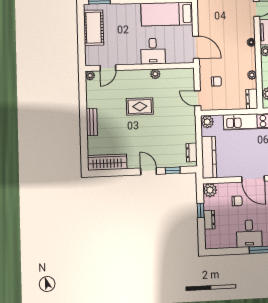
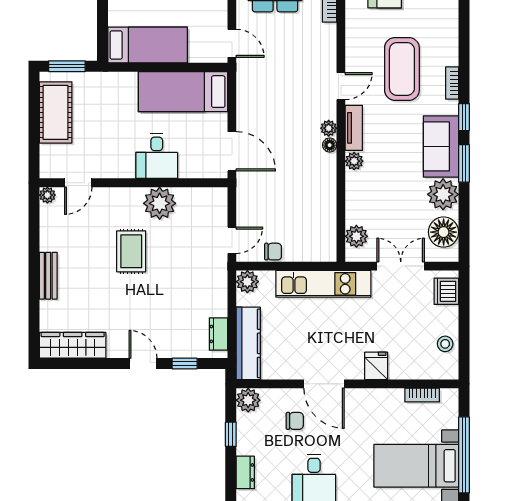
plant: (155, 74) -> (160, 203), width x1.87, depth x1.87
plant: (252, 75) -> (329, 128), moved
chair: (216, 81) -> (273, 252), moved
door: (198, 98) -> (232, 240), swing flipped
dresser: (252, 99) -> (327, 245), removed
rug: (140, 106) -> (131, 251), turned 90
dresser: (209, 220) -> (245, 472), moved

